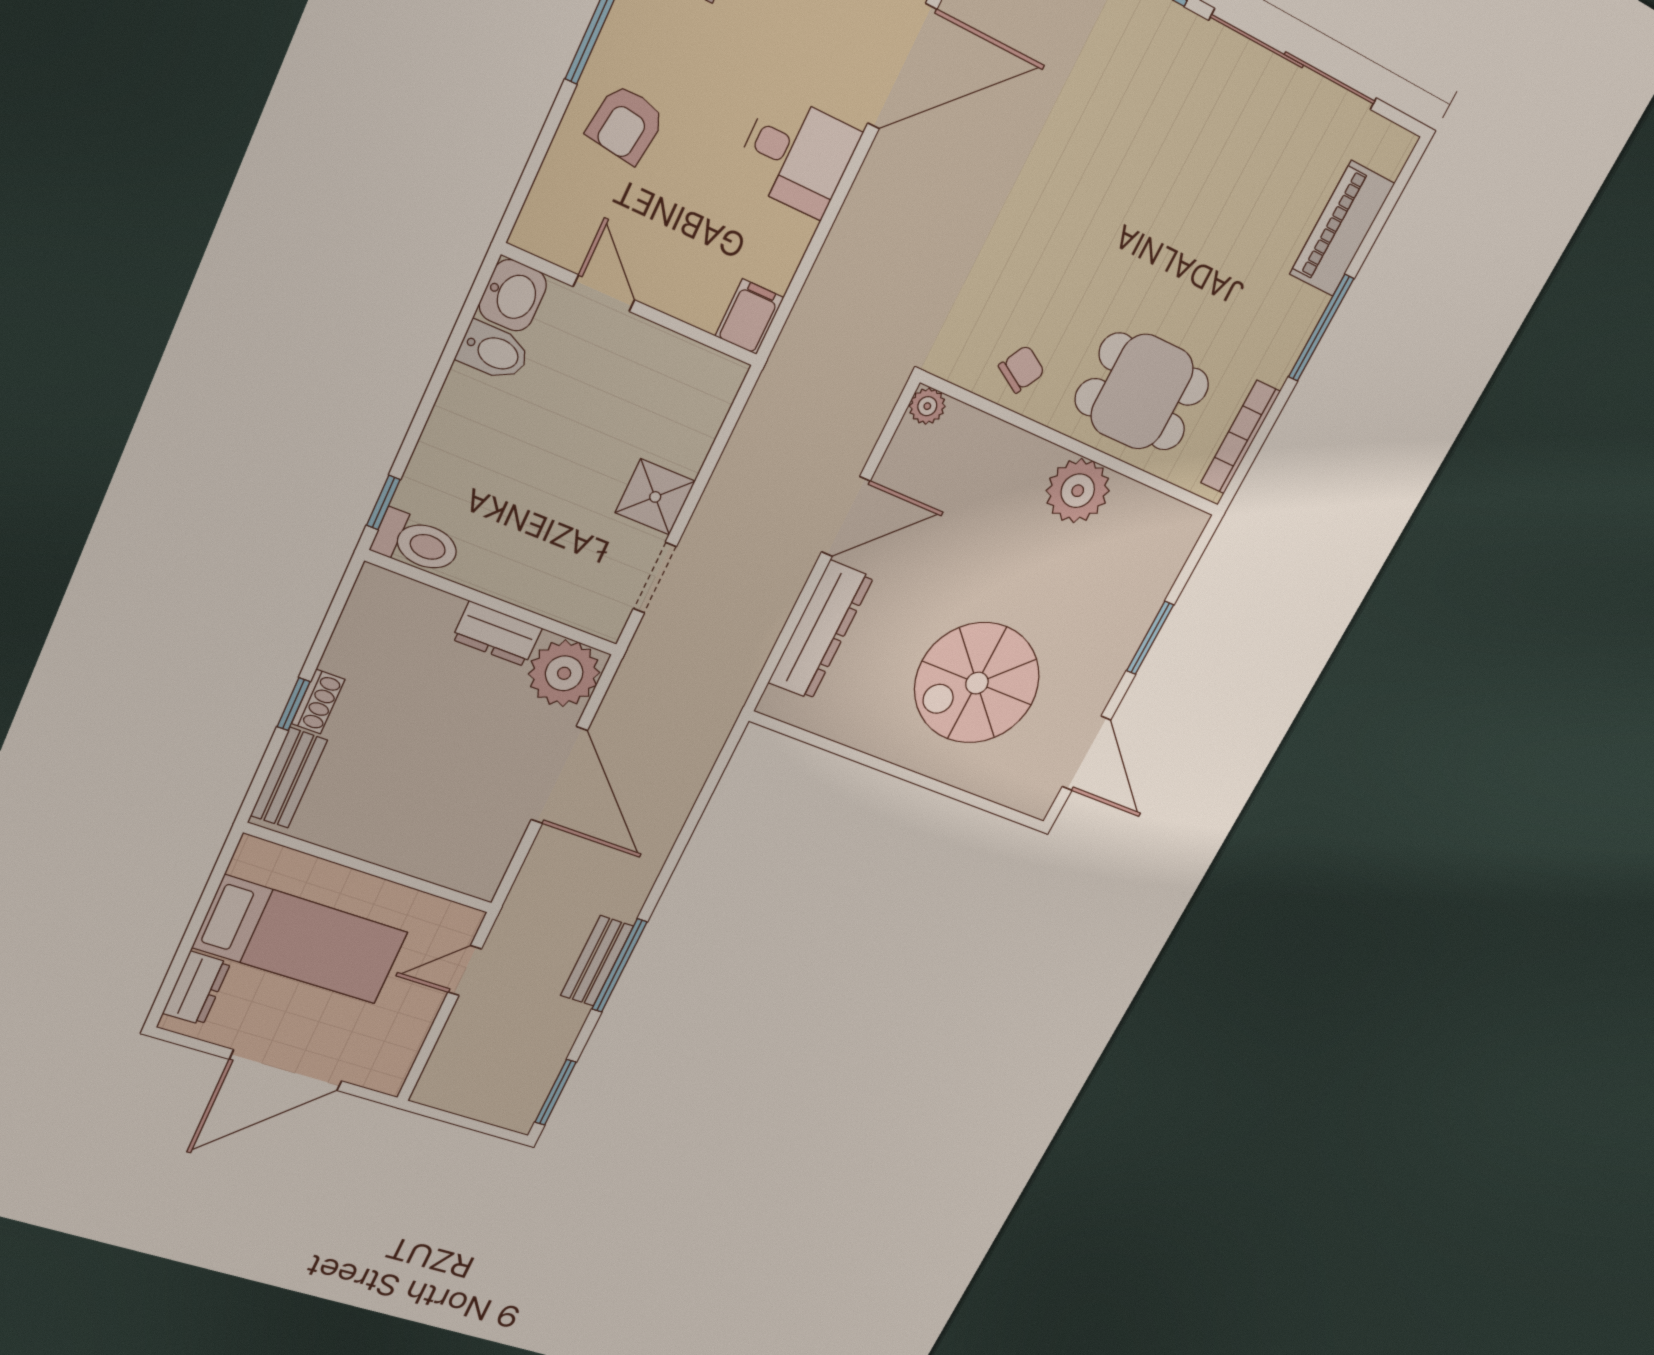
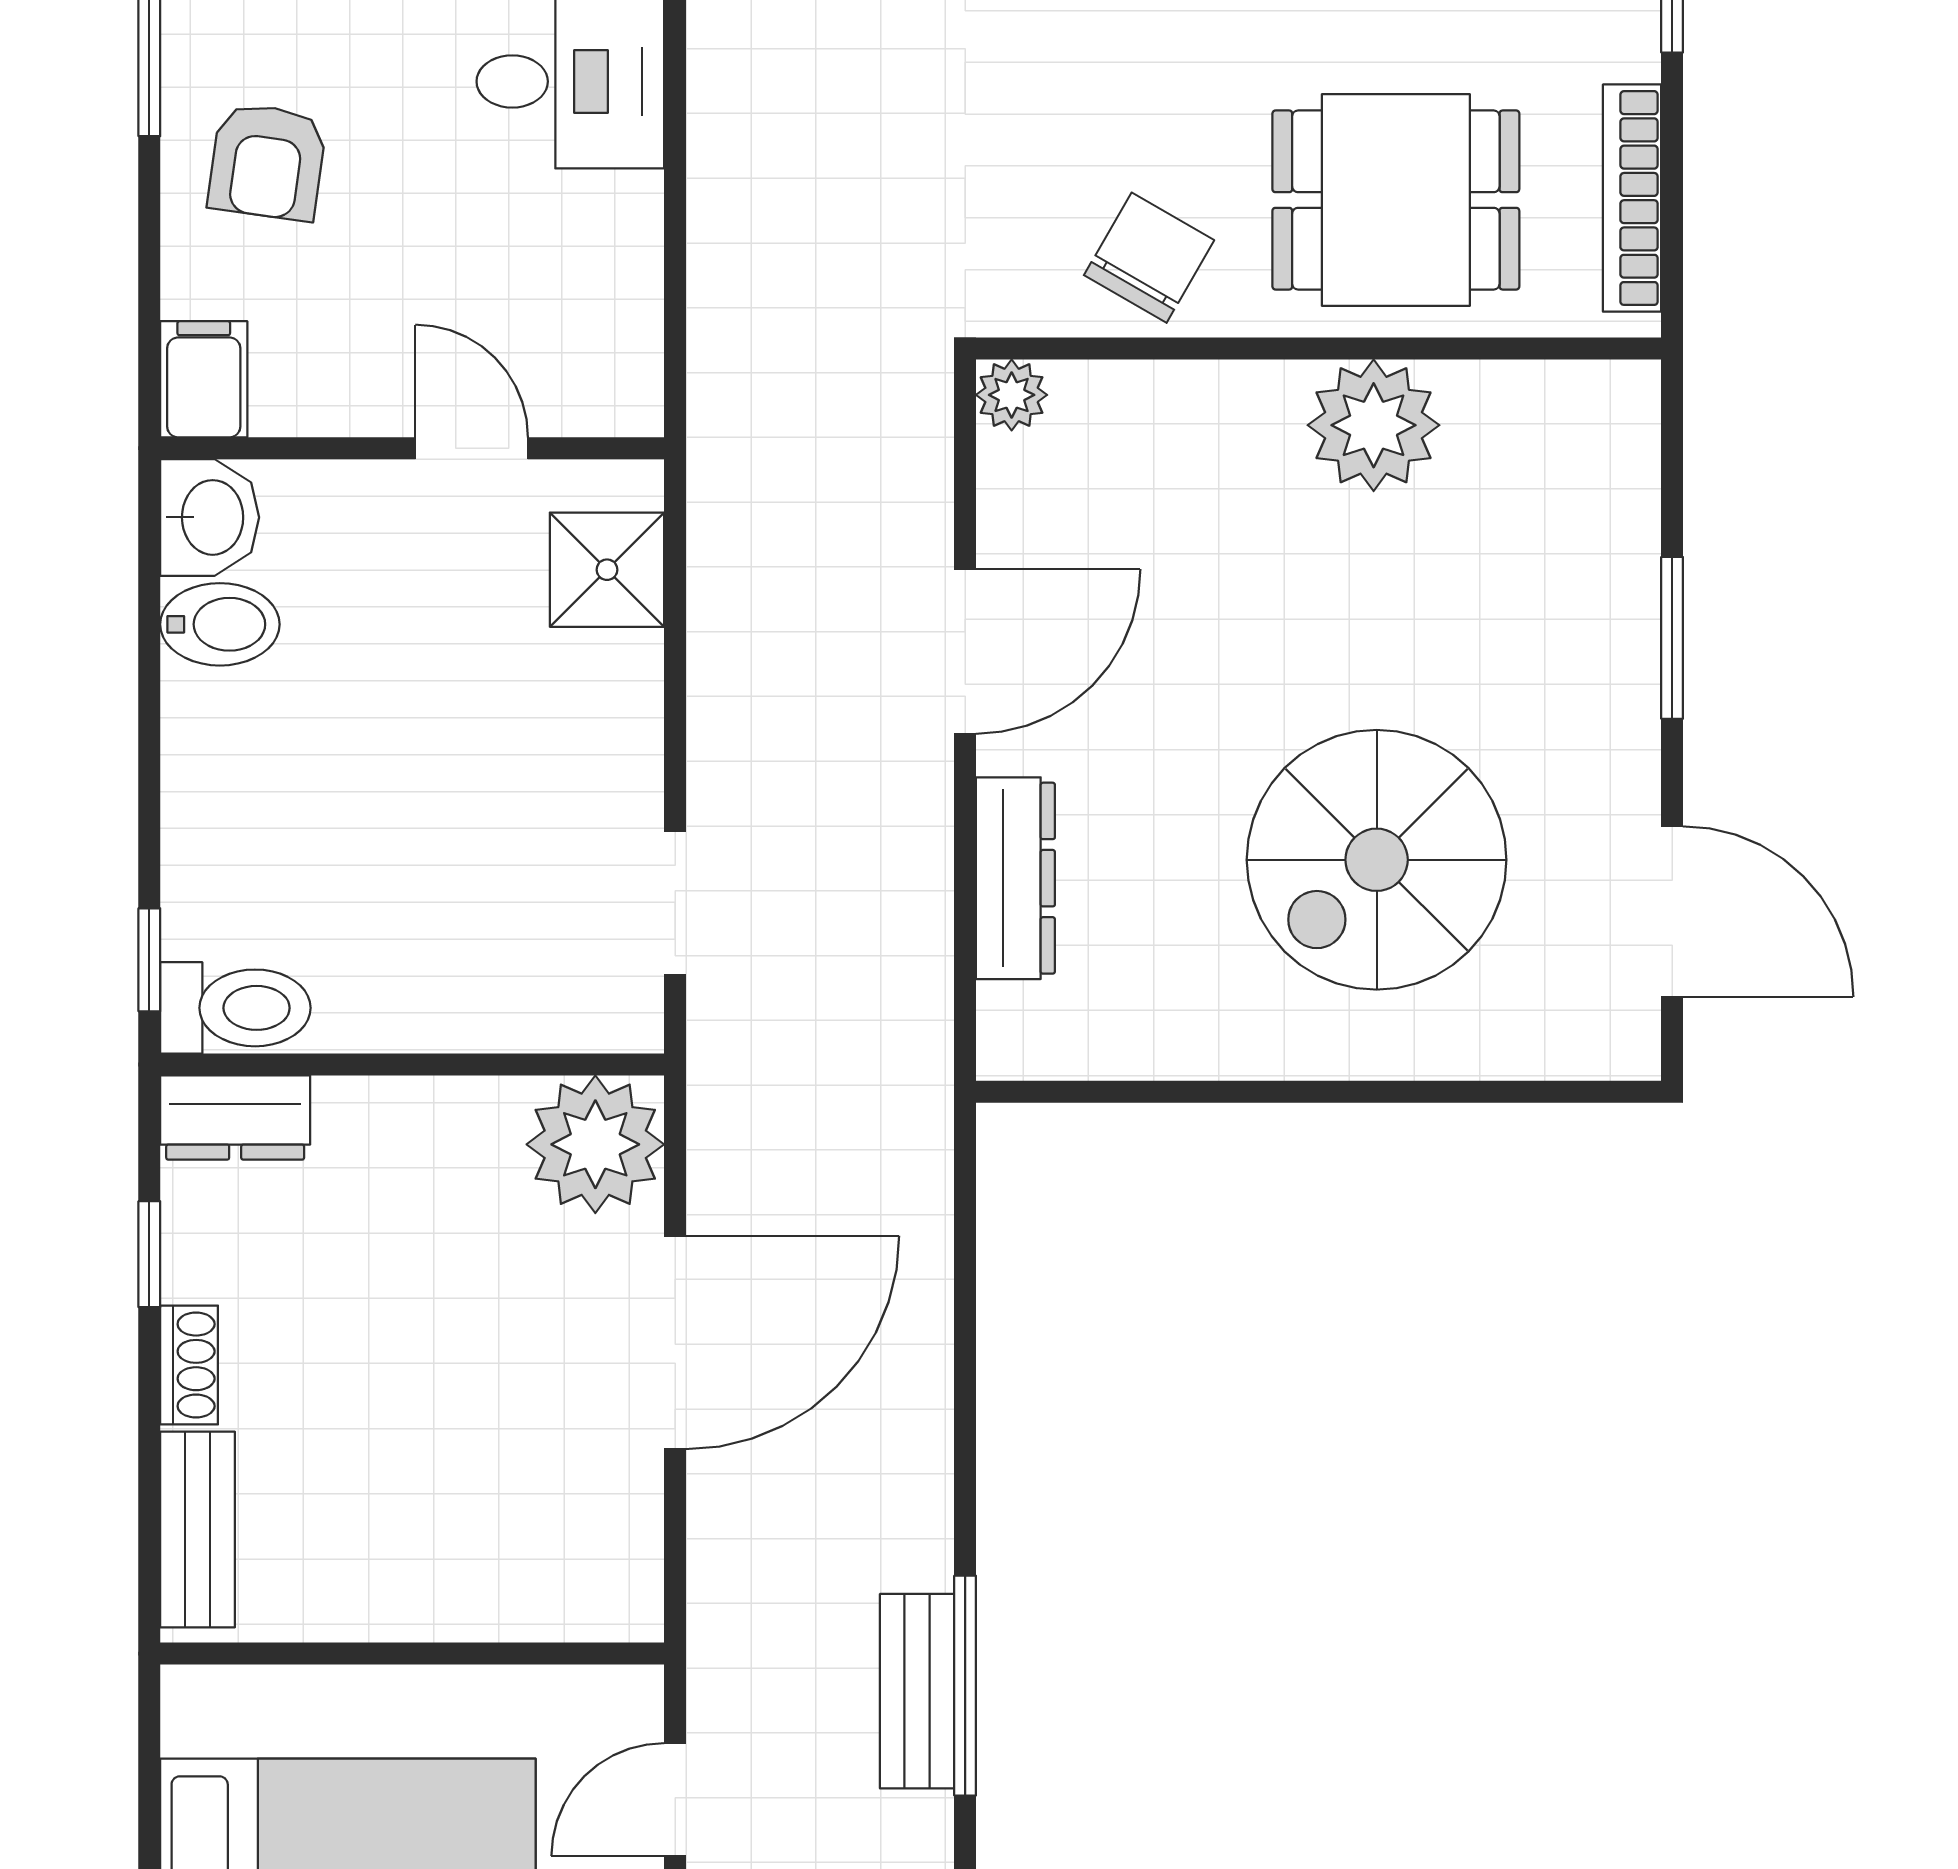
door: (604, 293) -> (472, 448), moved
filing cabinet: (749, 317) -> (204, 379), moved
chair: (1022, 369) -> (1149, 258), width x1.37, depth x1.37
shower: (655, 497) -> (607, 570), moved
dresser: (821, 630) -> (1015, 878), width x0.73, depth x0.80
dresser: (497, 634) -> (235, 1118), moved
window: (294, 704) -> (149, 1254), moved
door: (559, 775) -> (675, 1343), hinge flipped

